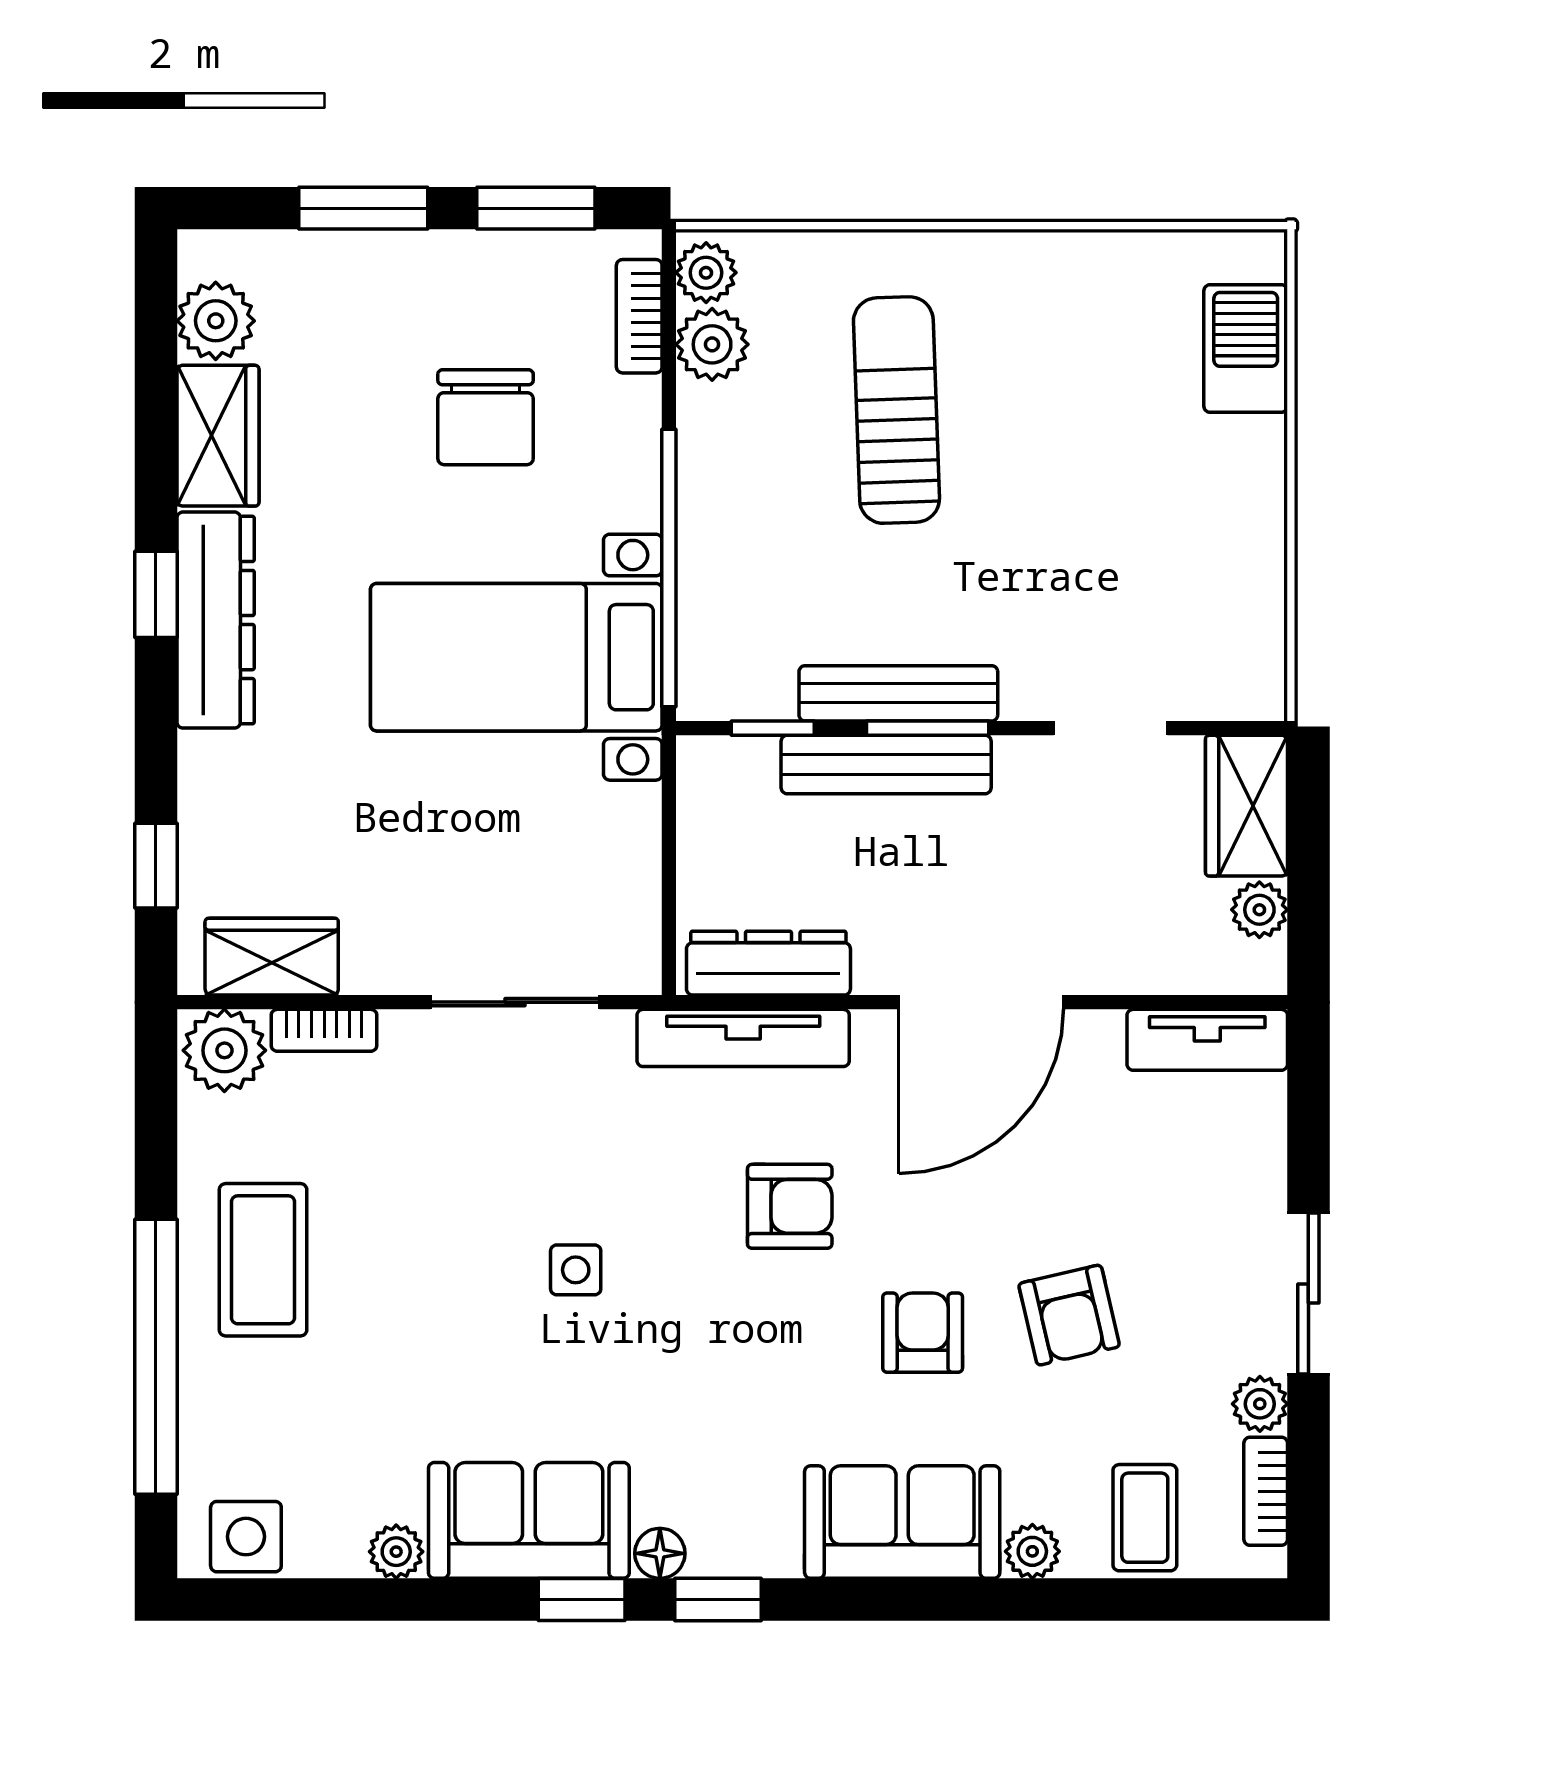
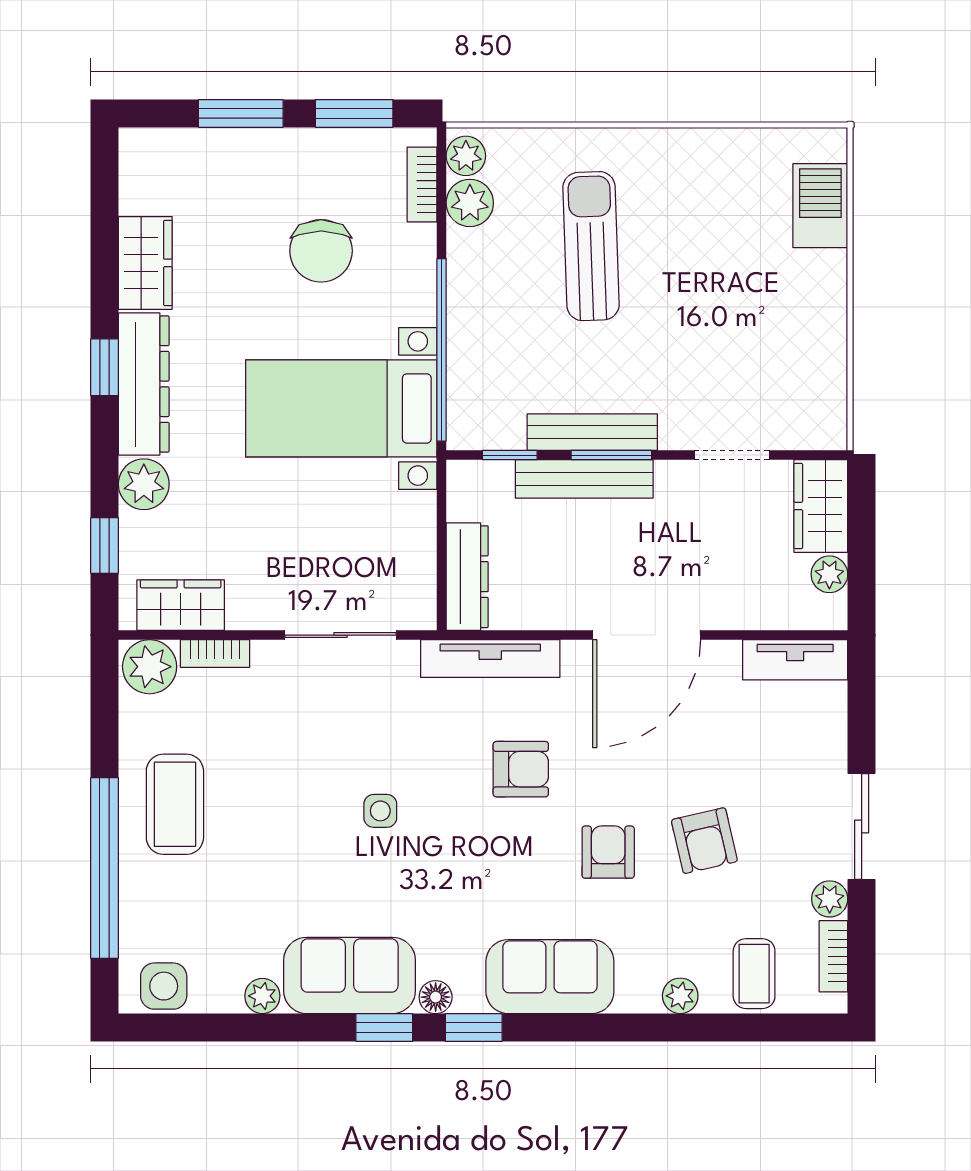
plant: (216, 321) -> (144, 484), moved
dresser: (768, 963) -> (467, 577), moved, turned 90
sofa: (902, 1522) -> (550, 977), moved

